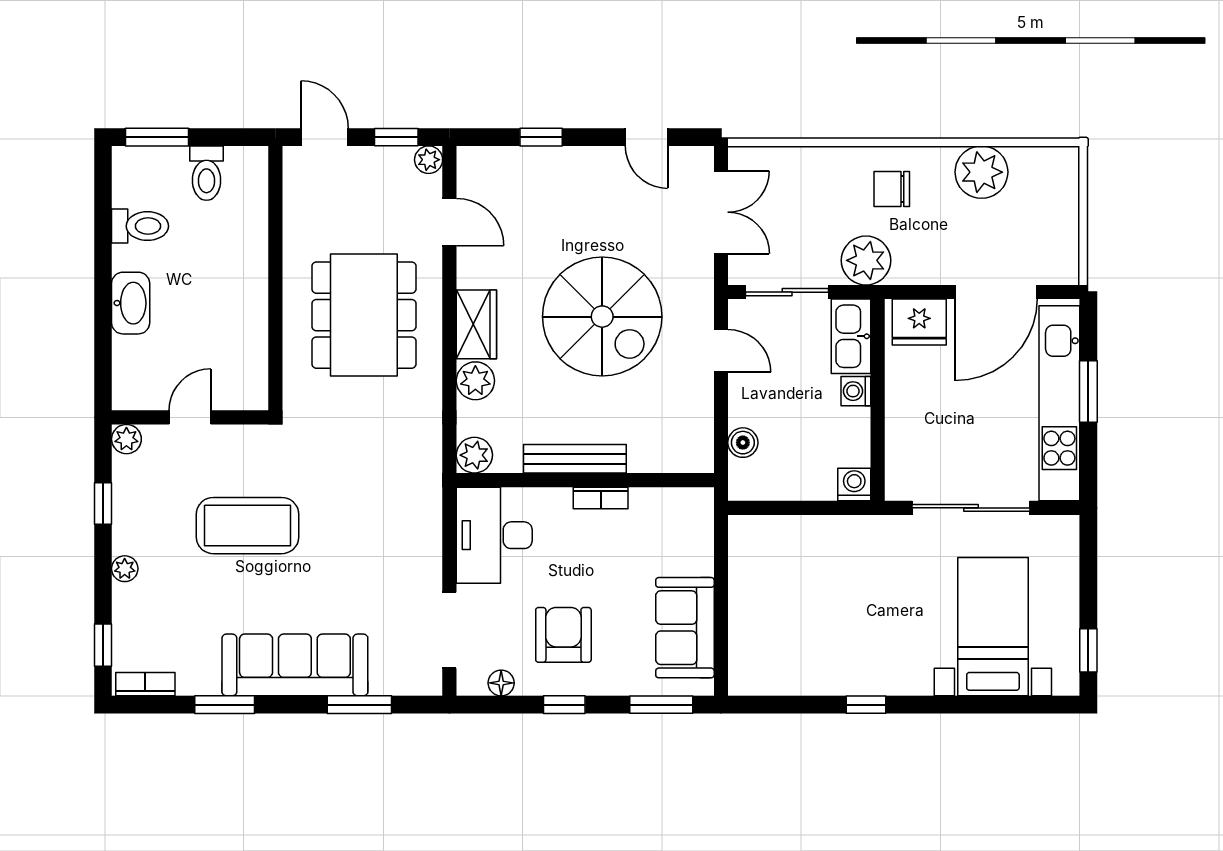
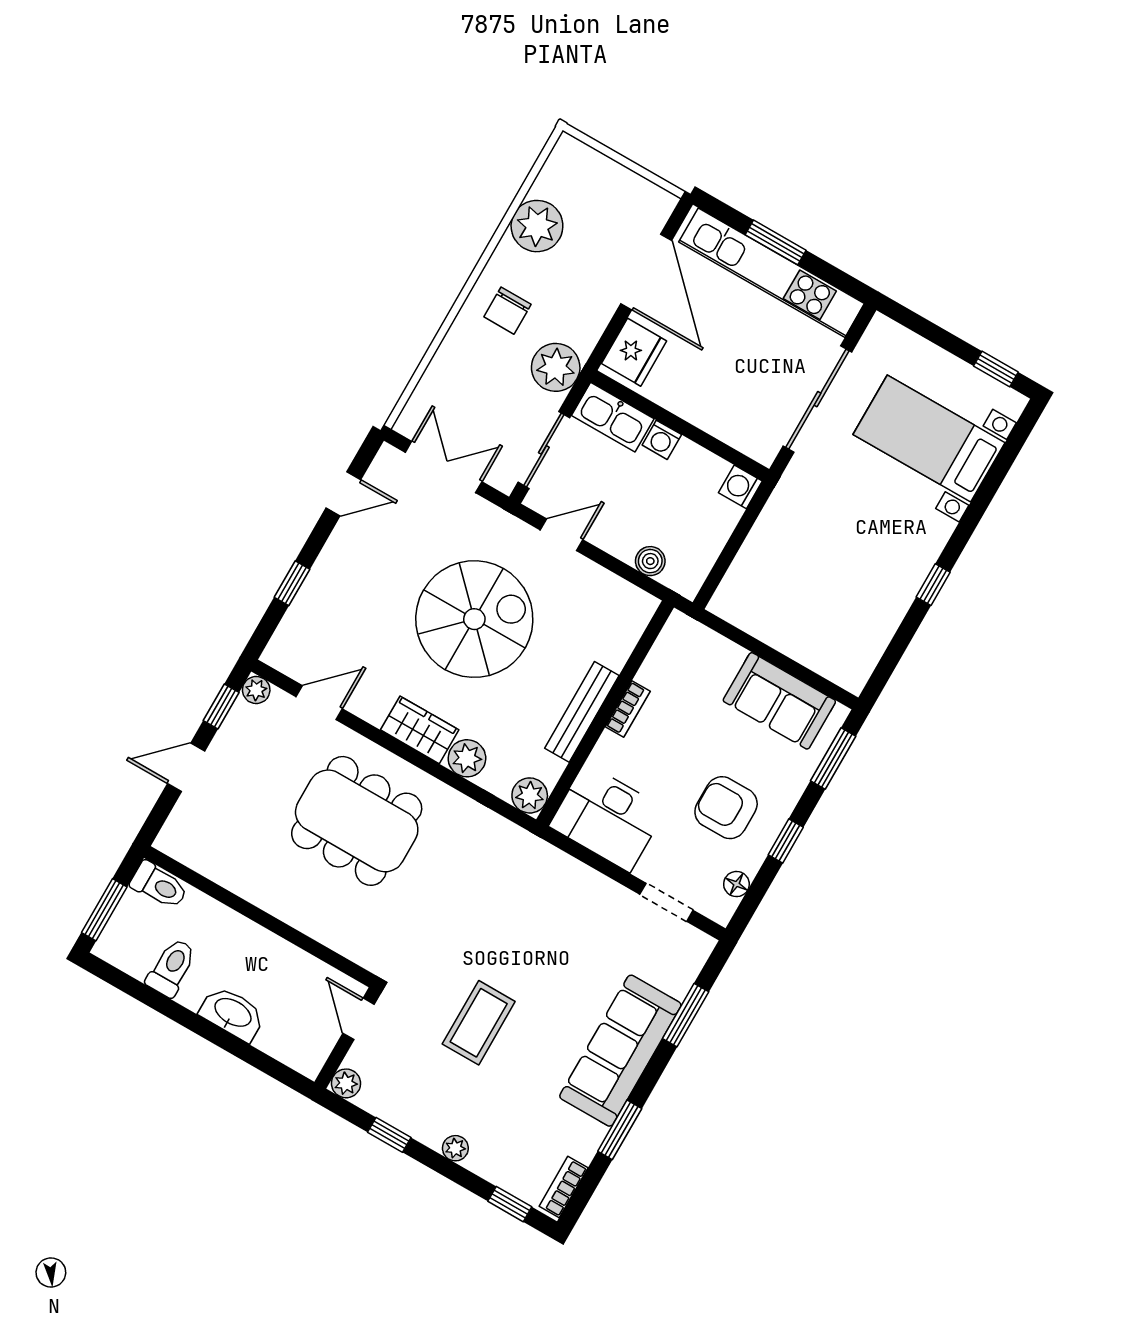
wall: (275, 278) -> (260, 917), moved
coffee table: (248, 526) -> (479, 1023), width x0.73, depth x0.76
doorway: (449, 630) -> (666, 902), width x0.73

